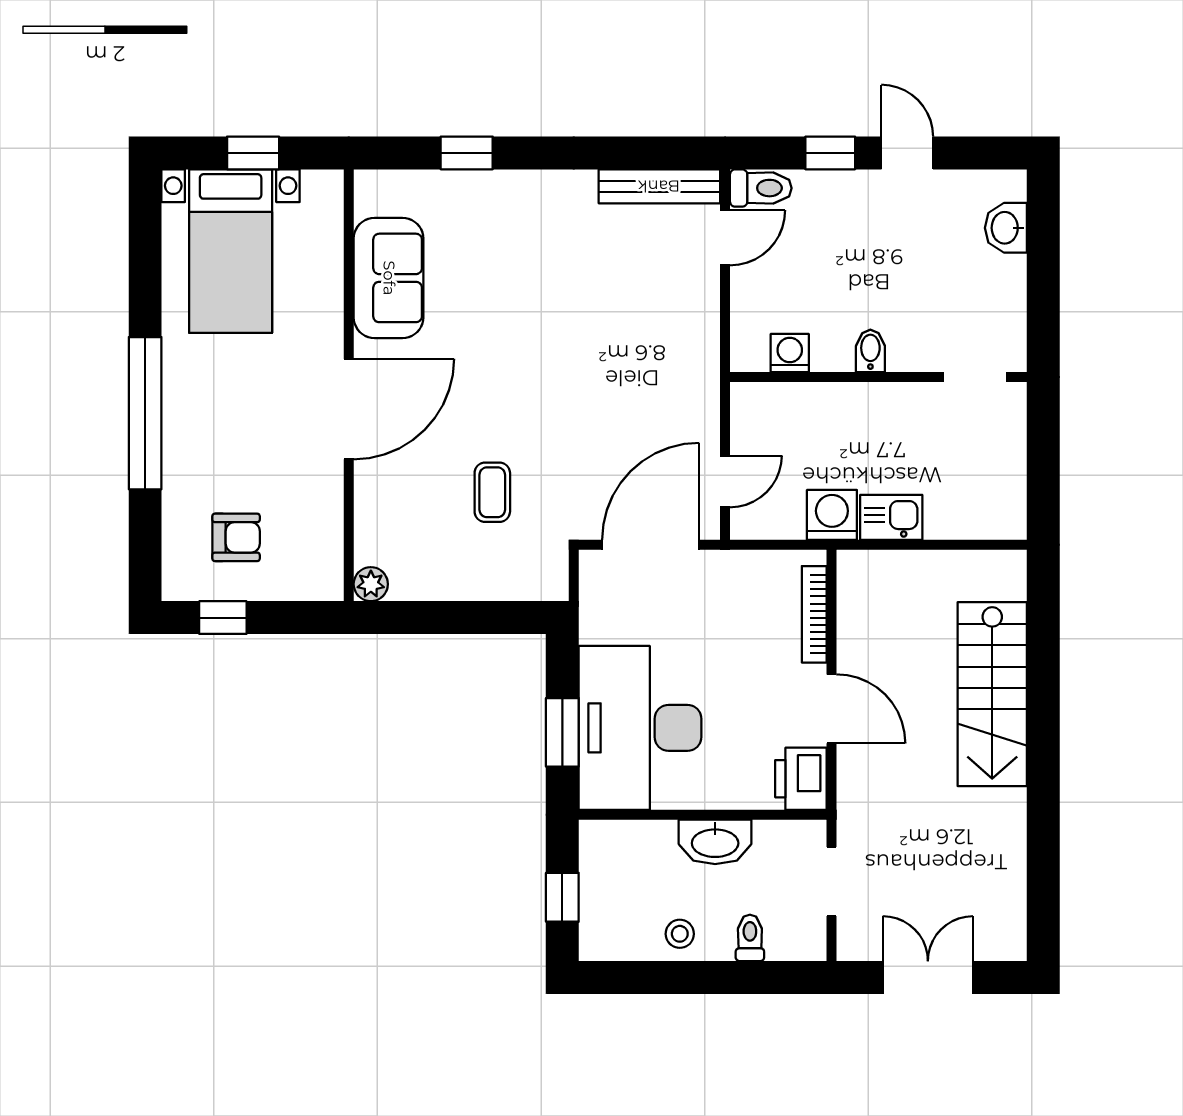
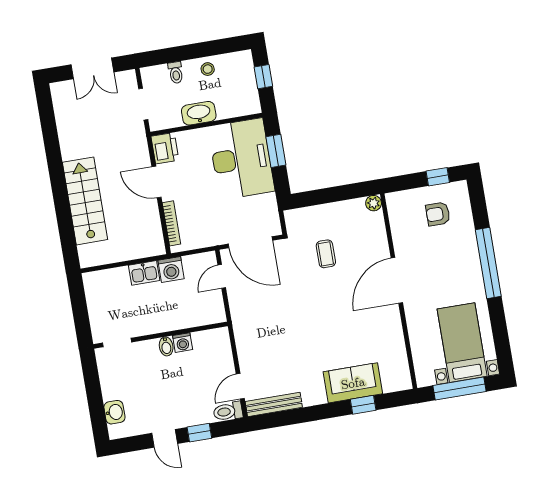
window: (253, 153) -> (459, 389), width x2.17
sofa: (389, 278) -> (353, 383), moved, turned 90
washing machine: (790, 353) -> (183, 343), moved
door: (651, 545) -> (250, 242), hinge flipped

